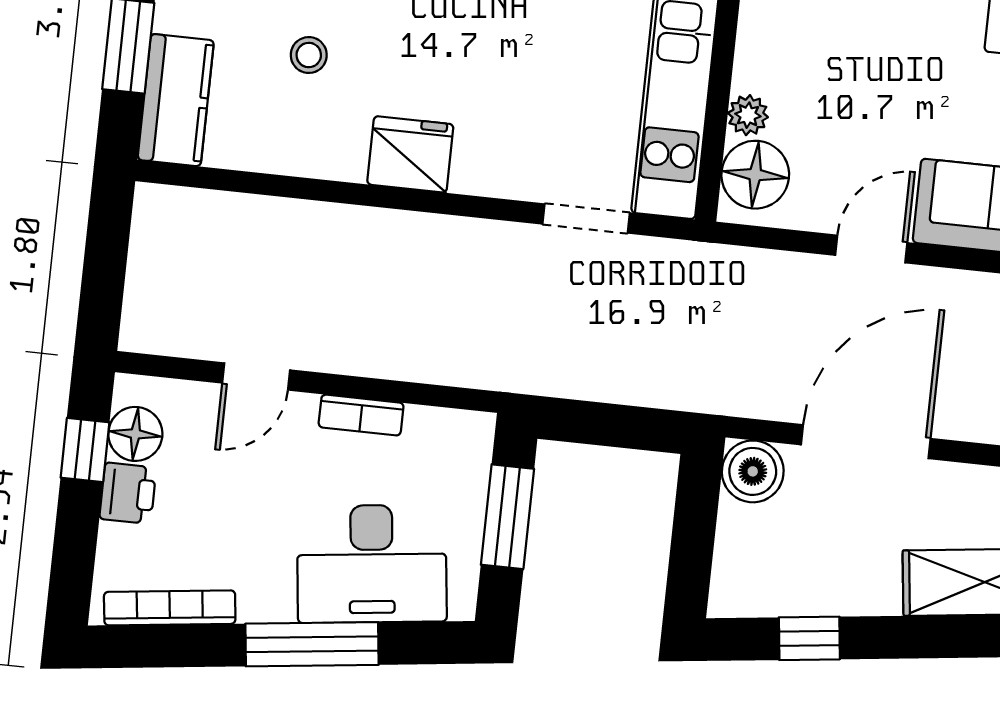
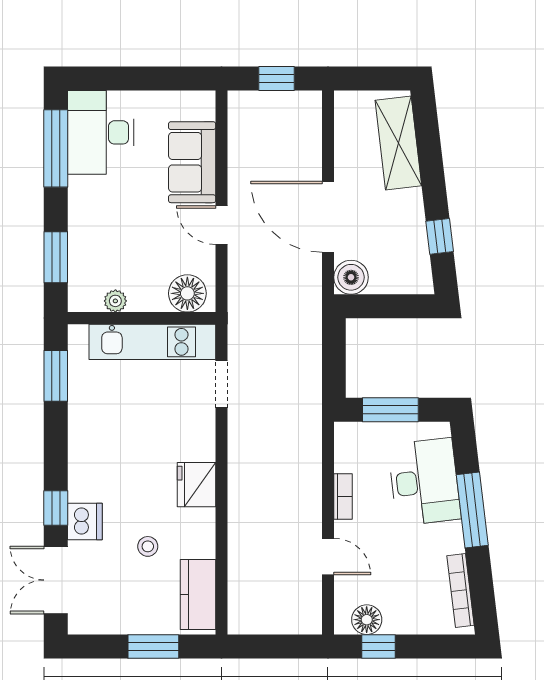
kitchen counter: (176, 100) -> (198, 594), moved, turned -90
plant: (748, 115) -> (115, 301), moved
printer: (128, 493) -> (400, 620), removed

